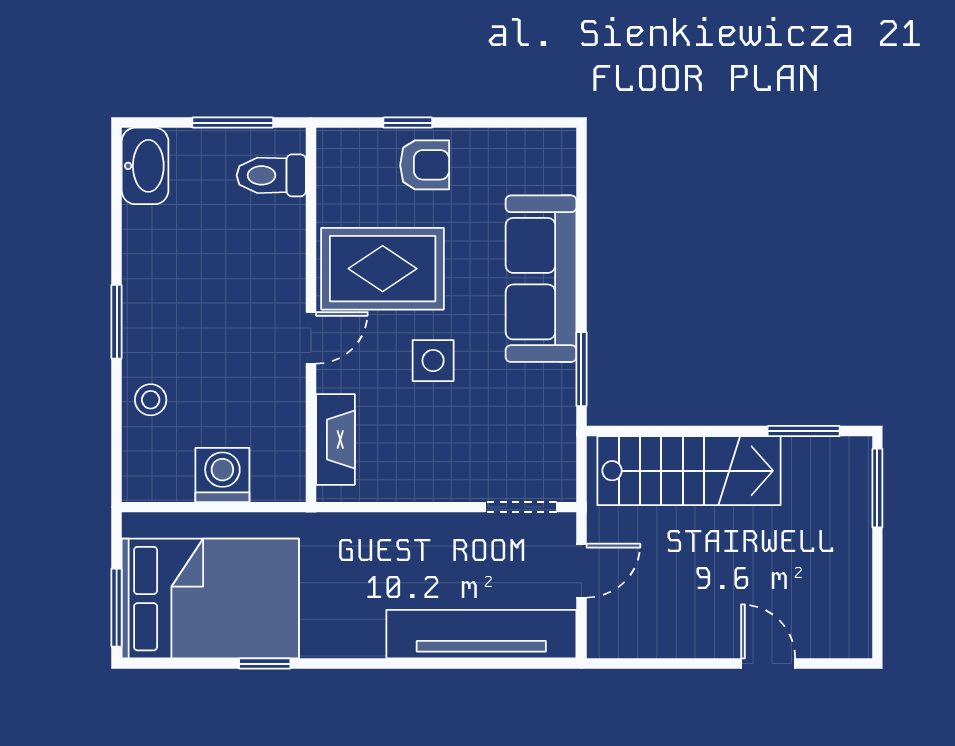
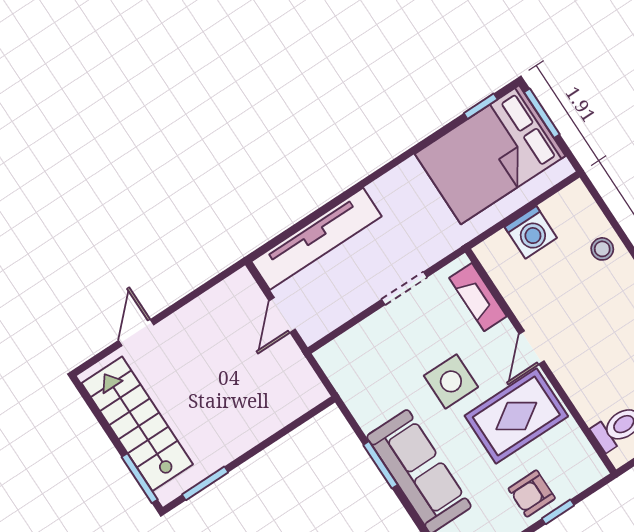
side table: (433, 361) -> (451, 381), width x1.37, depth x1.37
window: (581, 369) -> (381, 465), moved
stairs: (689, 471) -> (137, 424), moved, turned 90
doorway: (521, 507) -> (404, 288), moved
window: (265, 664) -> (481, 106), moved
door: (768, 664) -> (136, 333), swing flipped

